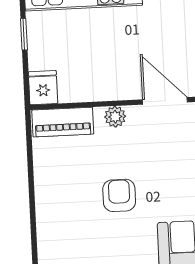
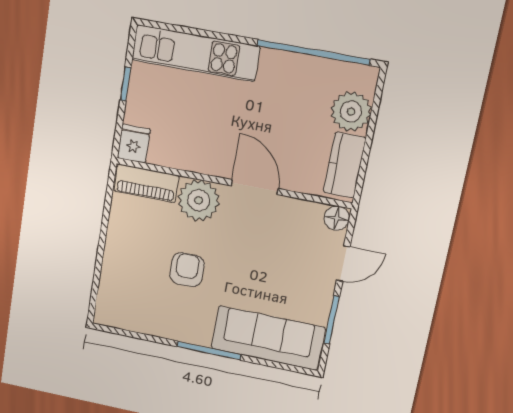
plant: (115, 117) -> (199, 200), width x1.88, depth x1.88

